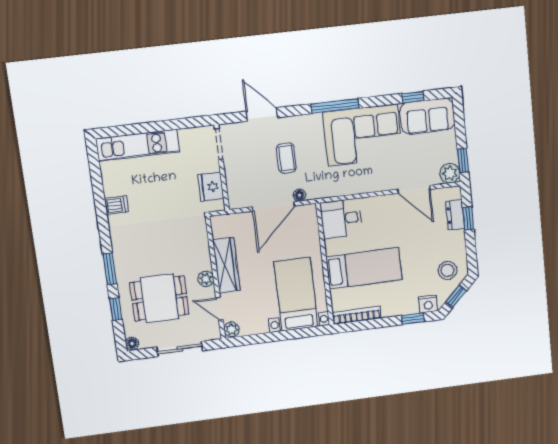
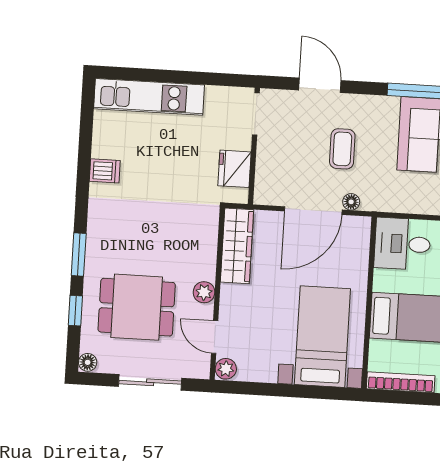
wardrobe: (226, 265) -> (237, 246), moved

